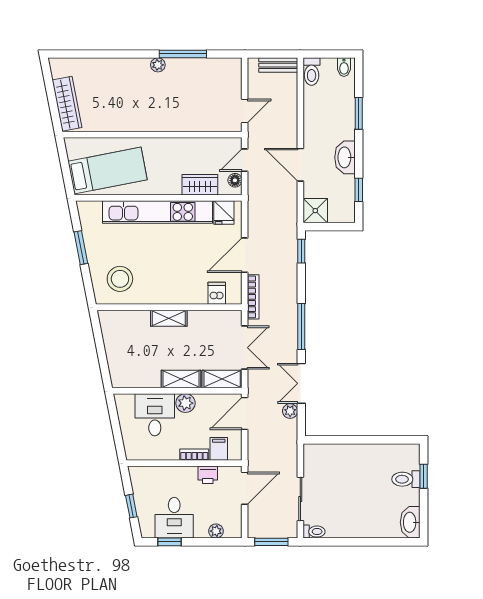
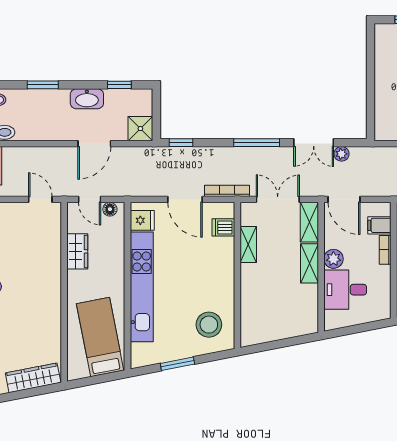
wardrobe: (200, 185) -> (77, 251), moved, turned 180
shelving: (169, 318) -> (248, 244), moved

